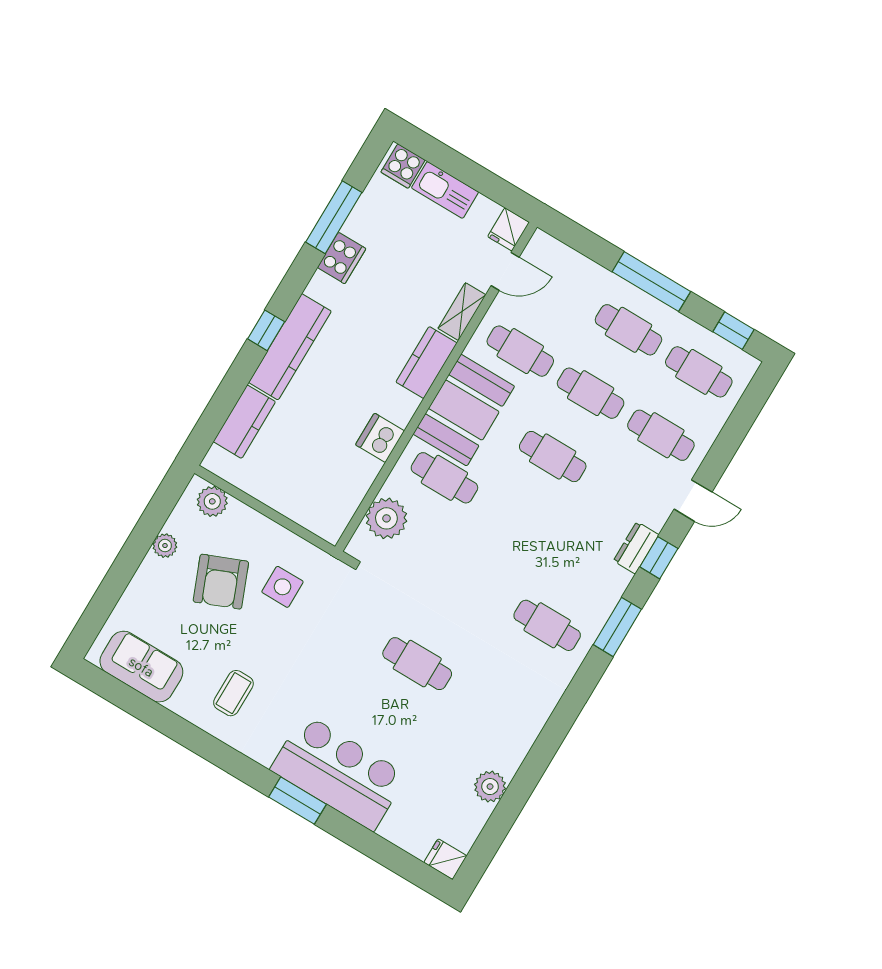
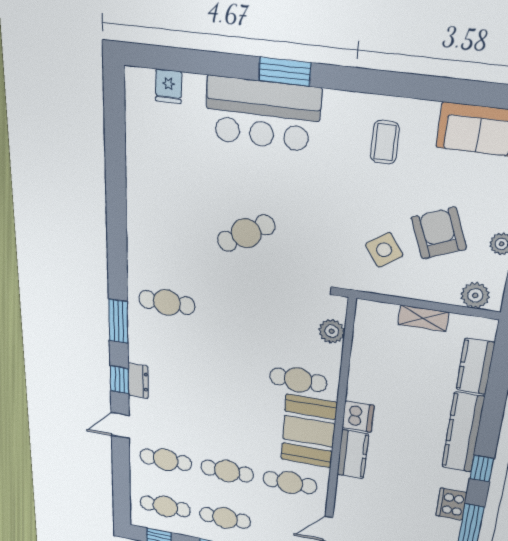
shelving: (462, 312) -> (423, 318), moved, turned 90
window: (266, 330) -> (482, 469), moved
dishwasher: (380, 438) -> (358, 417), moved
cafe table: (553, 457) -> (229, 421), removed
plant: (386, 518) -> (332, 331), width x0.73, depth x0.73
side table: (282, 587) -> (384, 250), turned -35
cafe table: (417, 664) -> (246, 233), turned -31
plant: (490, 787) -> (139, 159), removed
fridge: (445, 859) -> (169, 86), moved, turned 90

